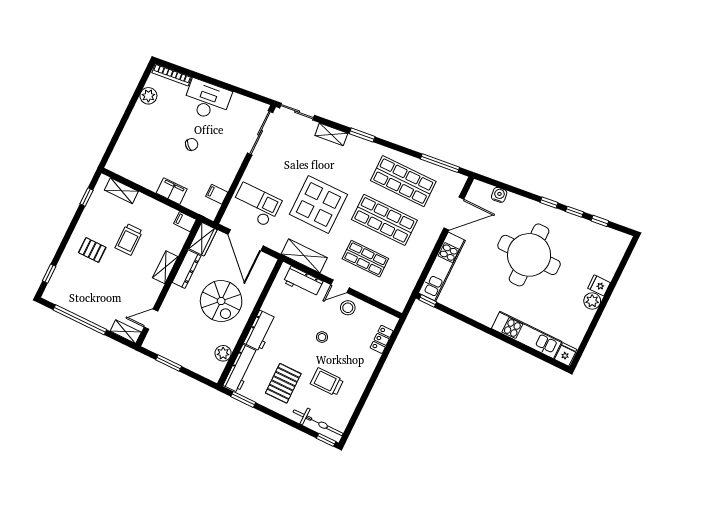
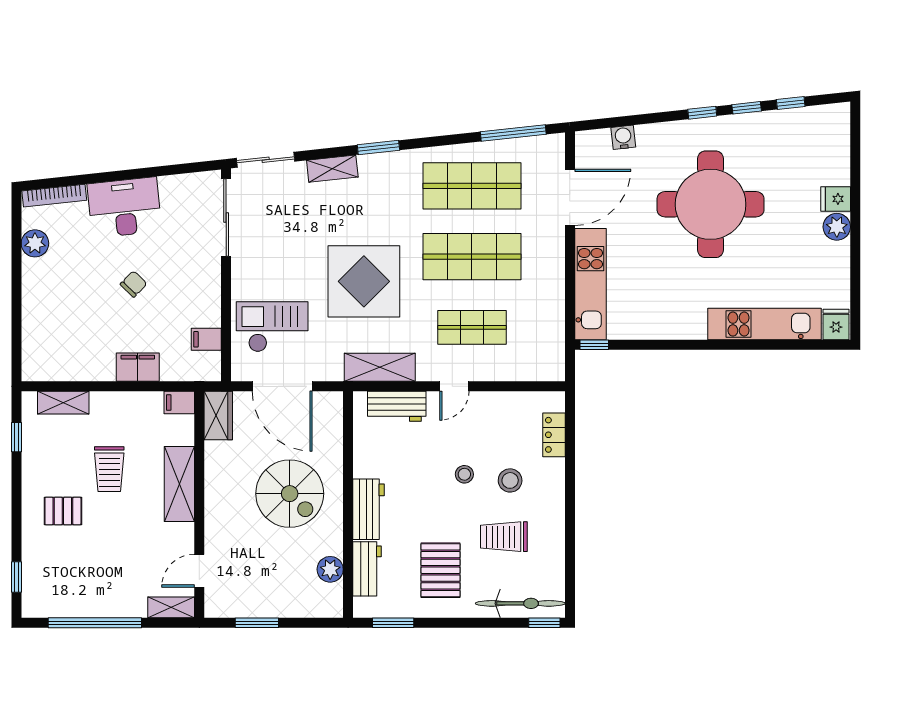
shelving: (165, 267) -> (179, 484), width x1.50, depth x1.33
dresser: (187, 269) -> (216, 472), removed
stool: (348, 308) -> (510, 480), moved
workbench: (241, 368) -> (367, 569), width x0.73

